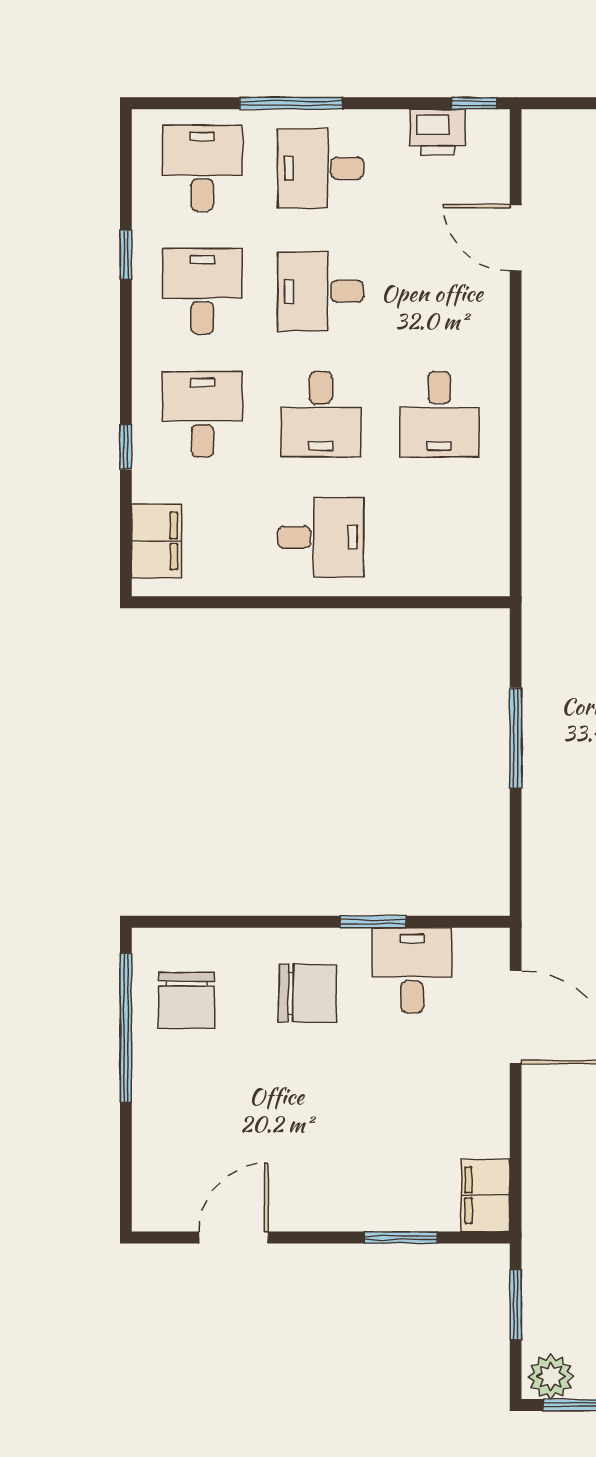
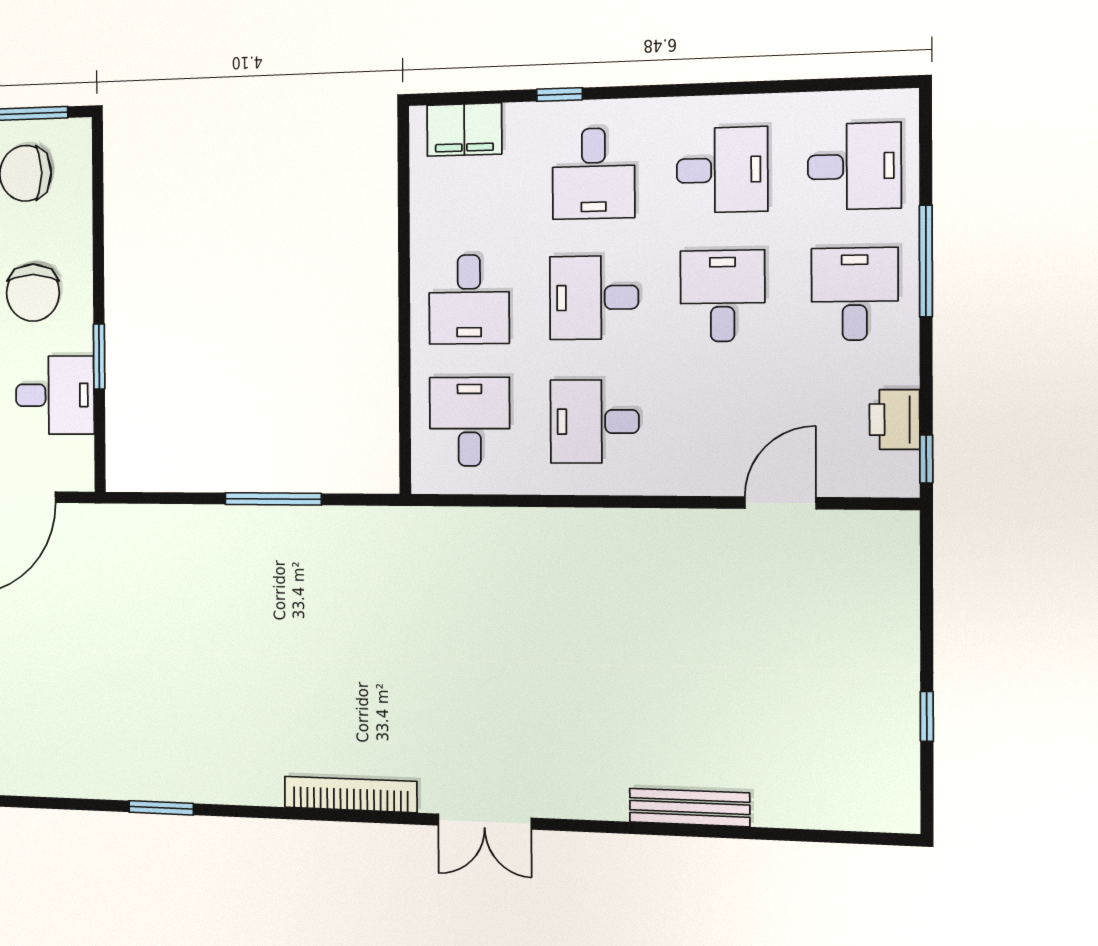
window: (126, 255) -> (761, 87), removed
desk: (202, 414) -> (594, 173), turned 90
desk: (439, 537) -> (470, 422), added

